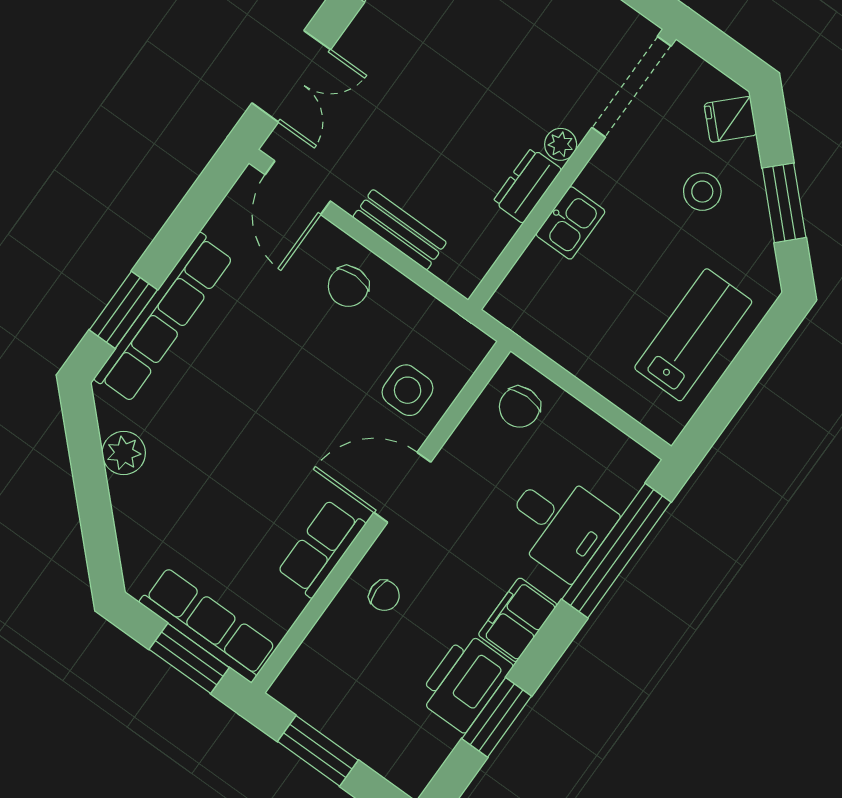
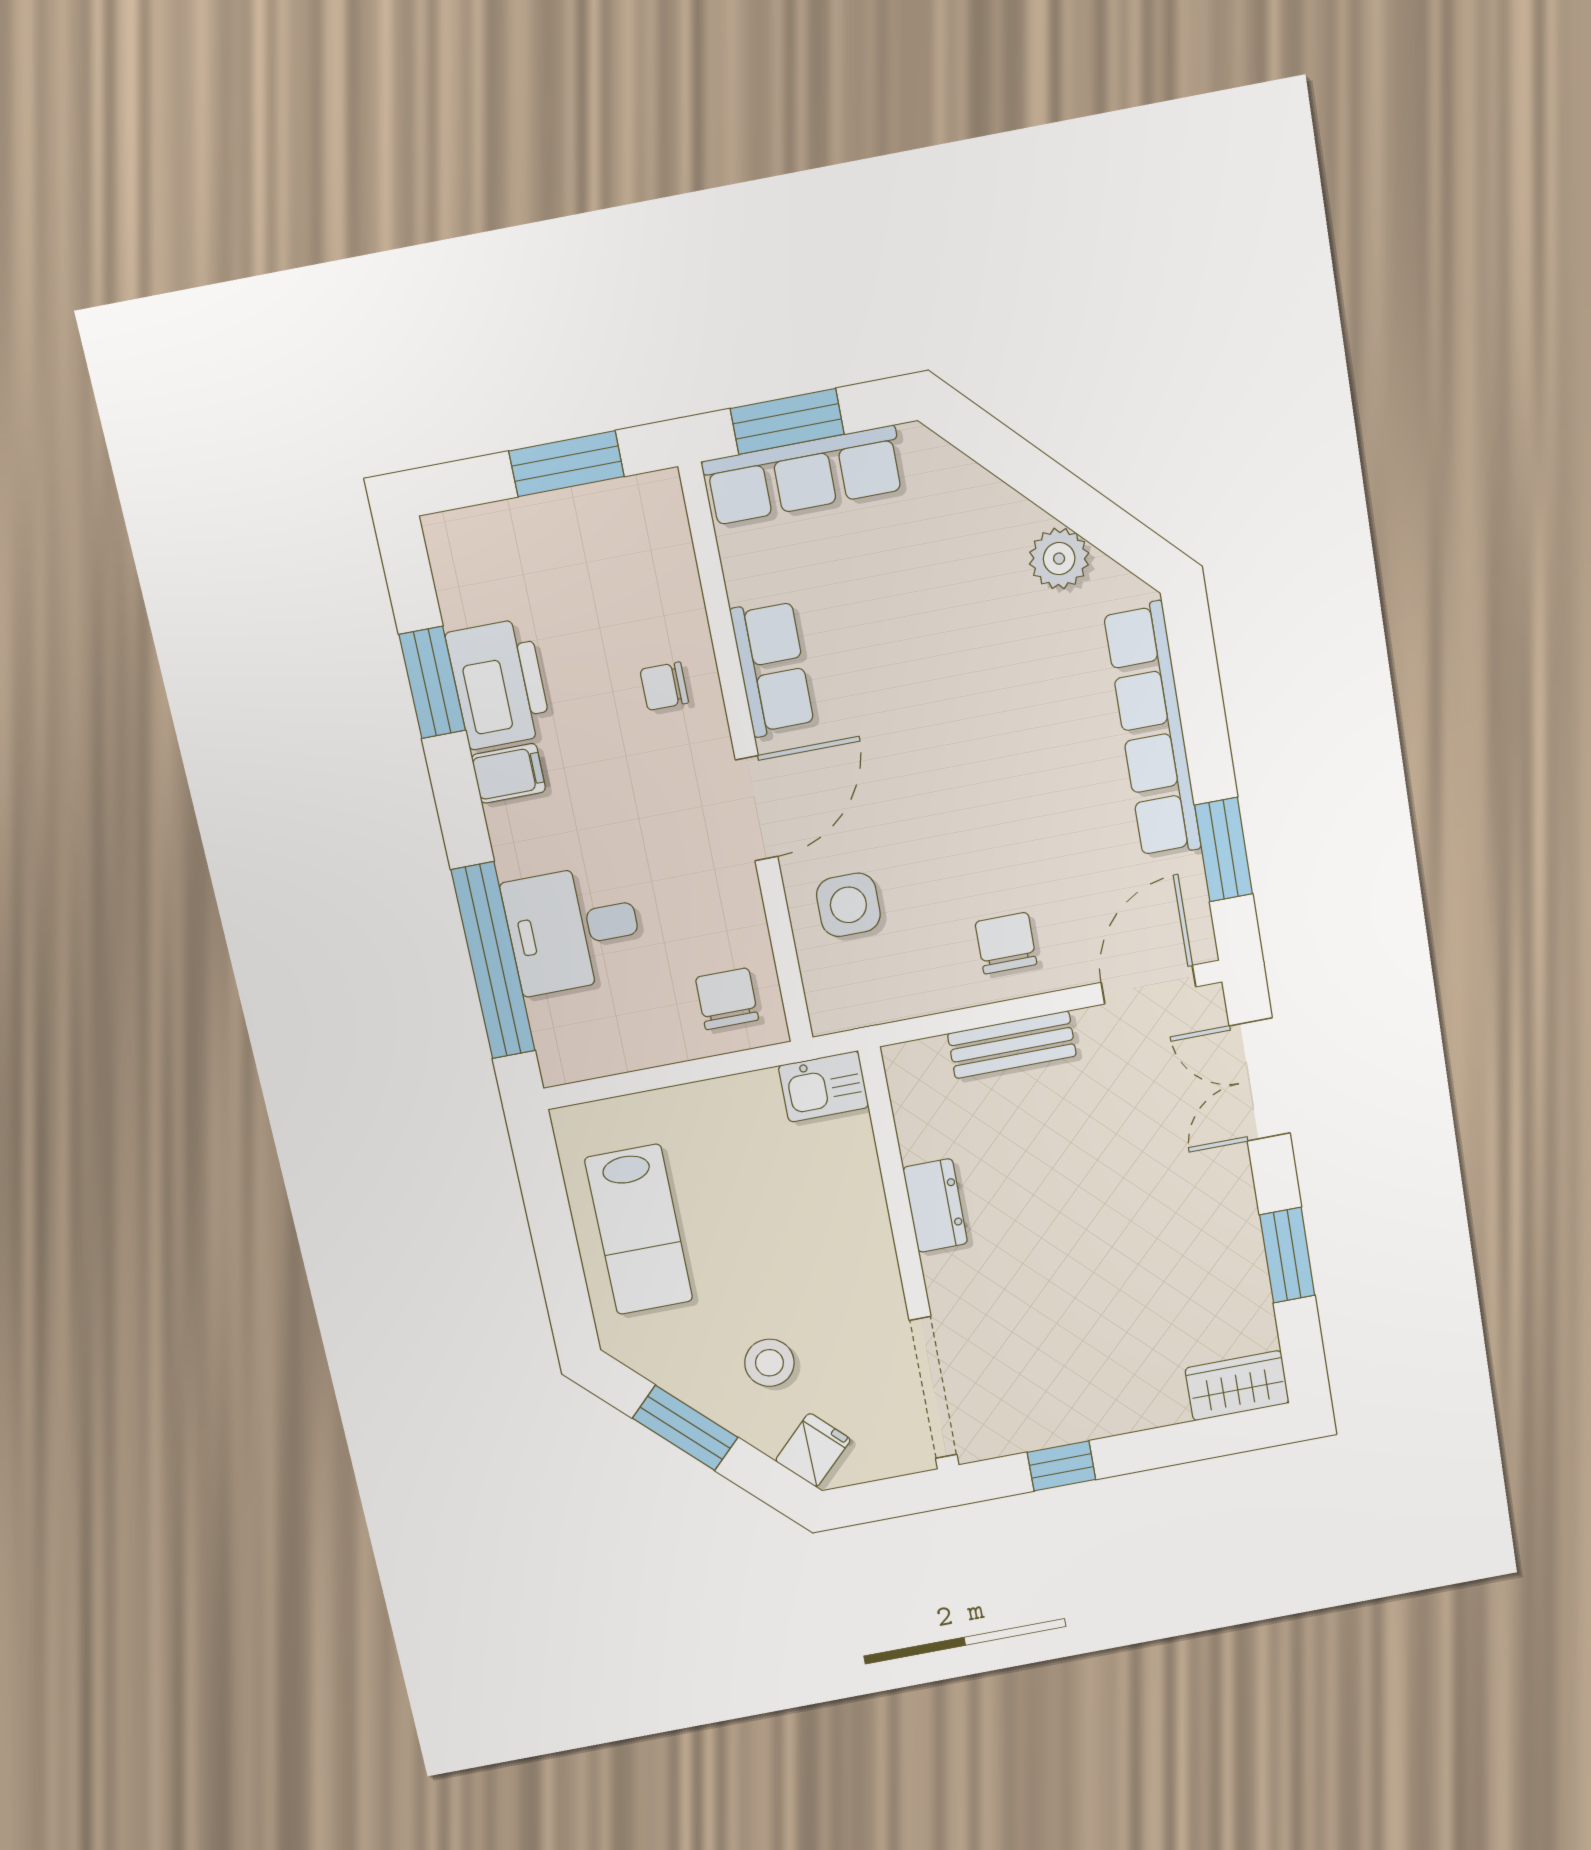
plant: (561, 144) -> (944, 1273), removed
door: (298, 188) -> (1148, 985), hinge flipped
kitchen sink: (571, 223) -> (824, 1087), moved, turned -90
window: (123, 310) -> (1224, 850), moved
filing cabinet: (518, 620) -> (509, 773), width x0.50

